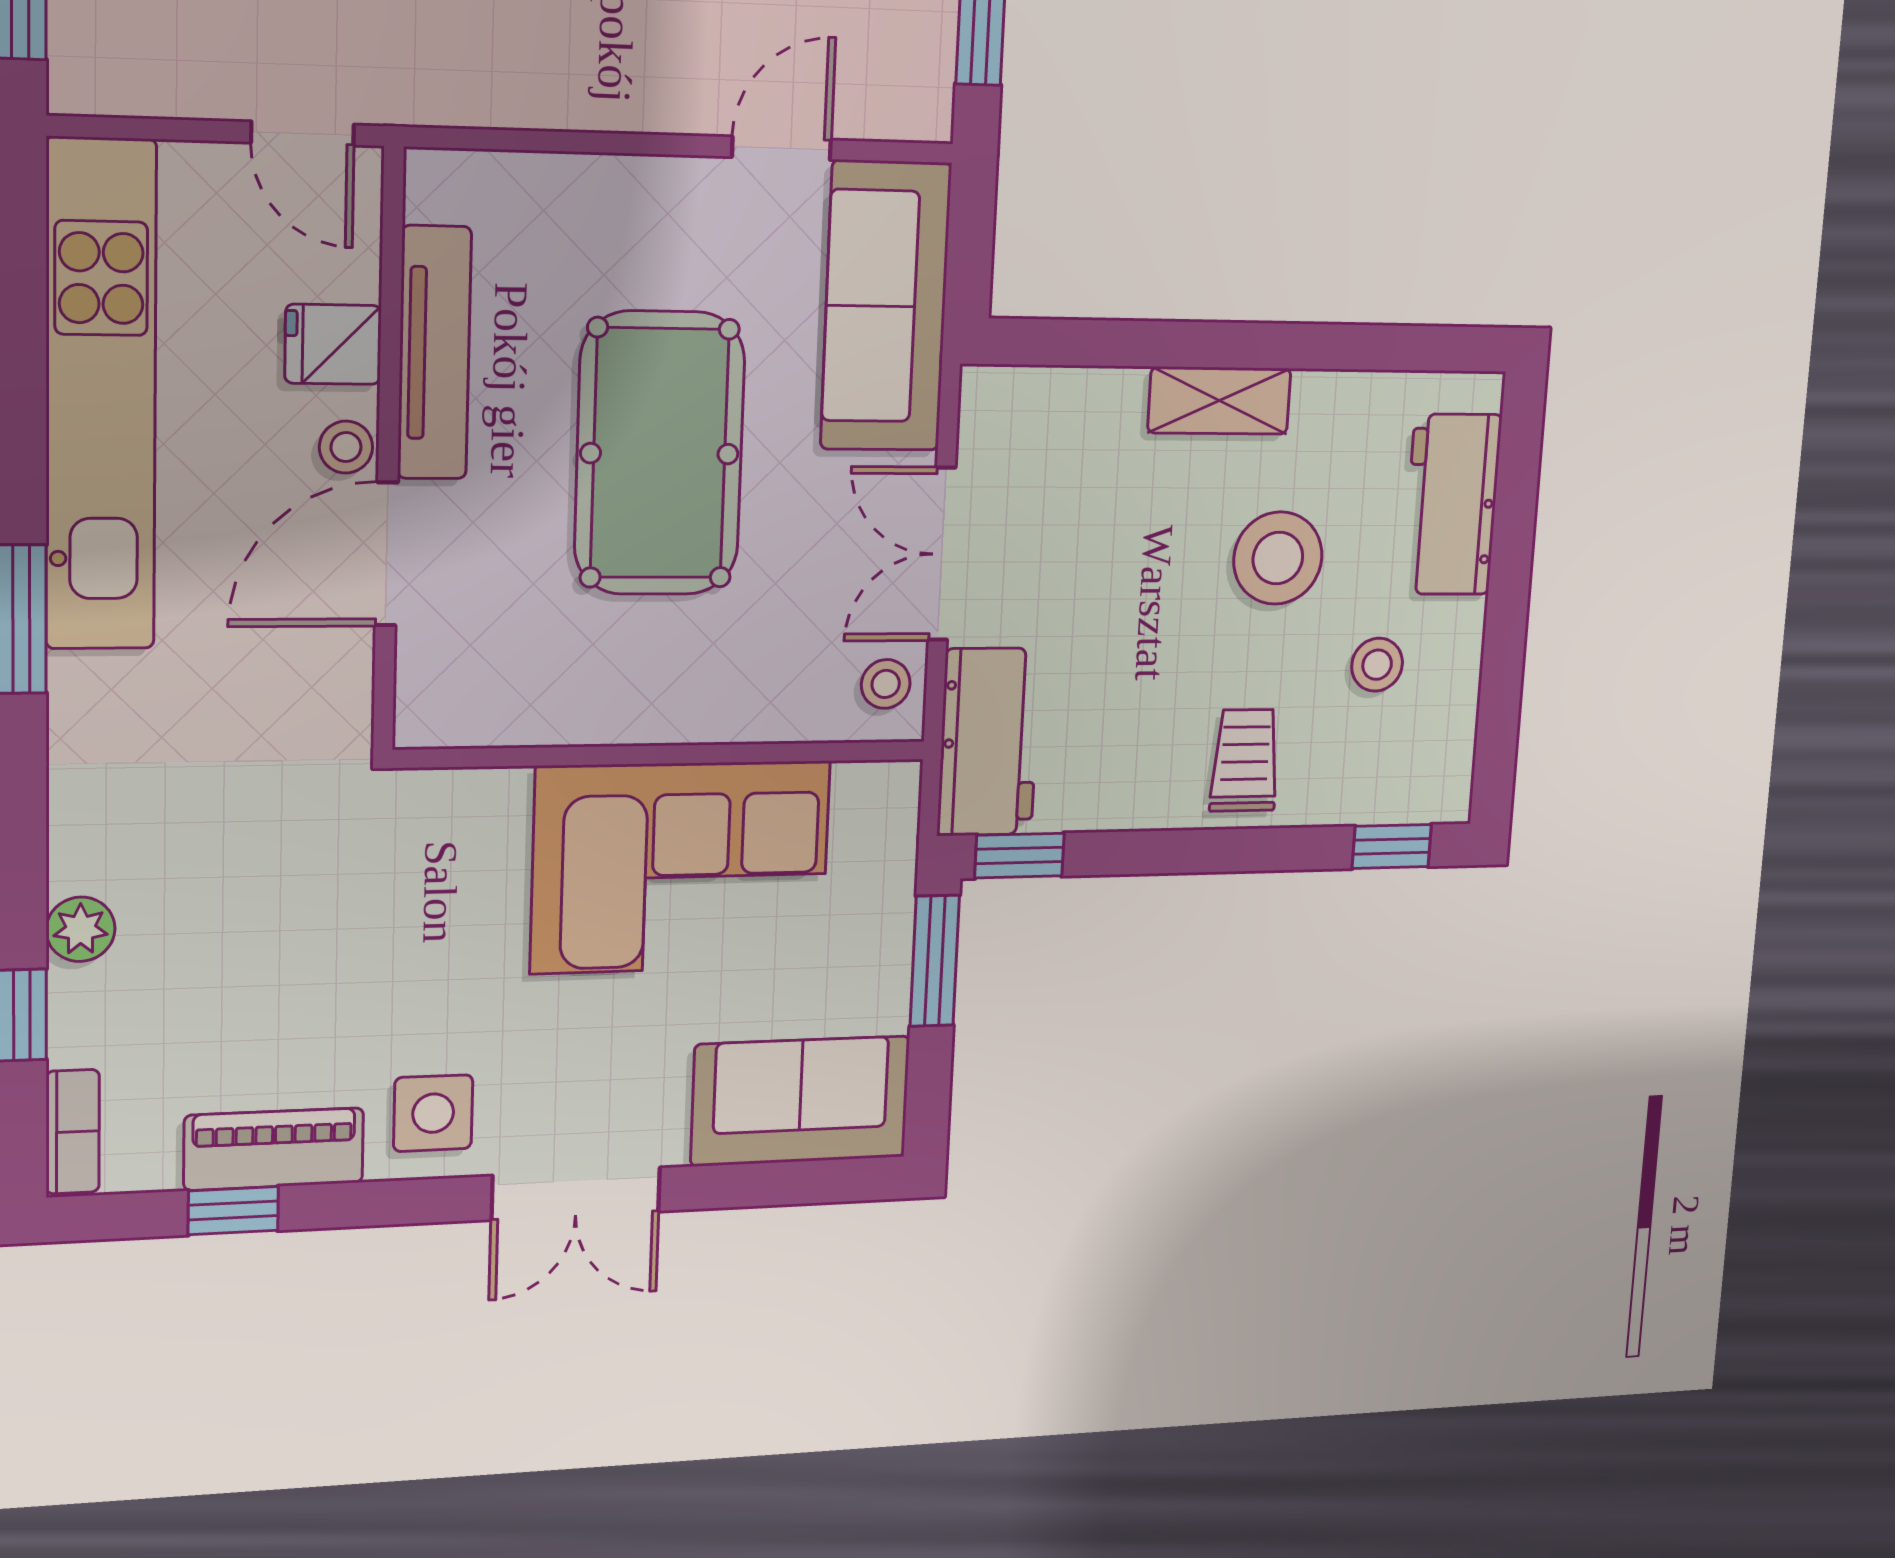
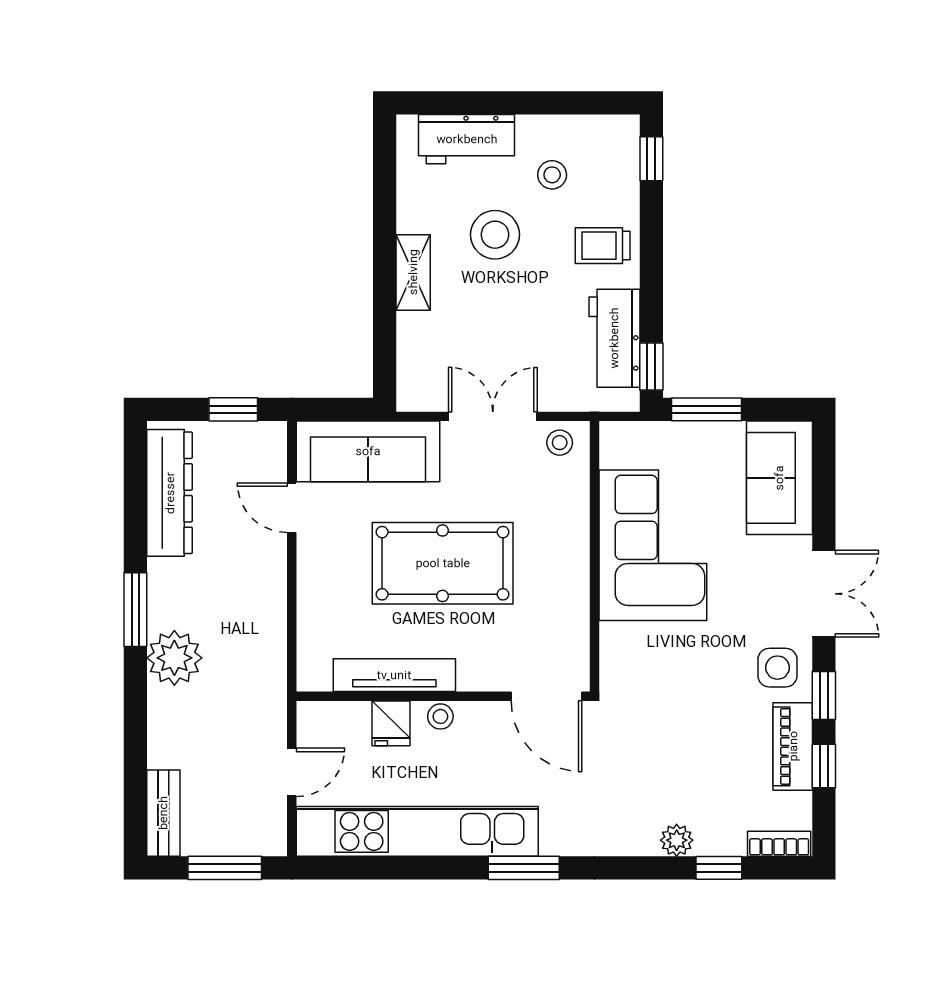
door: (303, 134) -> (292, 772), moved
door: (386, 554) -> (546, 696), moved
double door: (942, 554) -> (493, 416), swing flipped
workbench: (989, 742) -> (614, 338), moved, turned -90
window: (376, 1204) -> (824, 695), added

